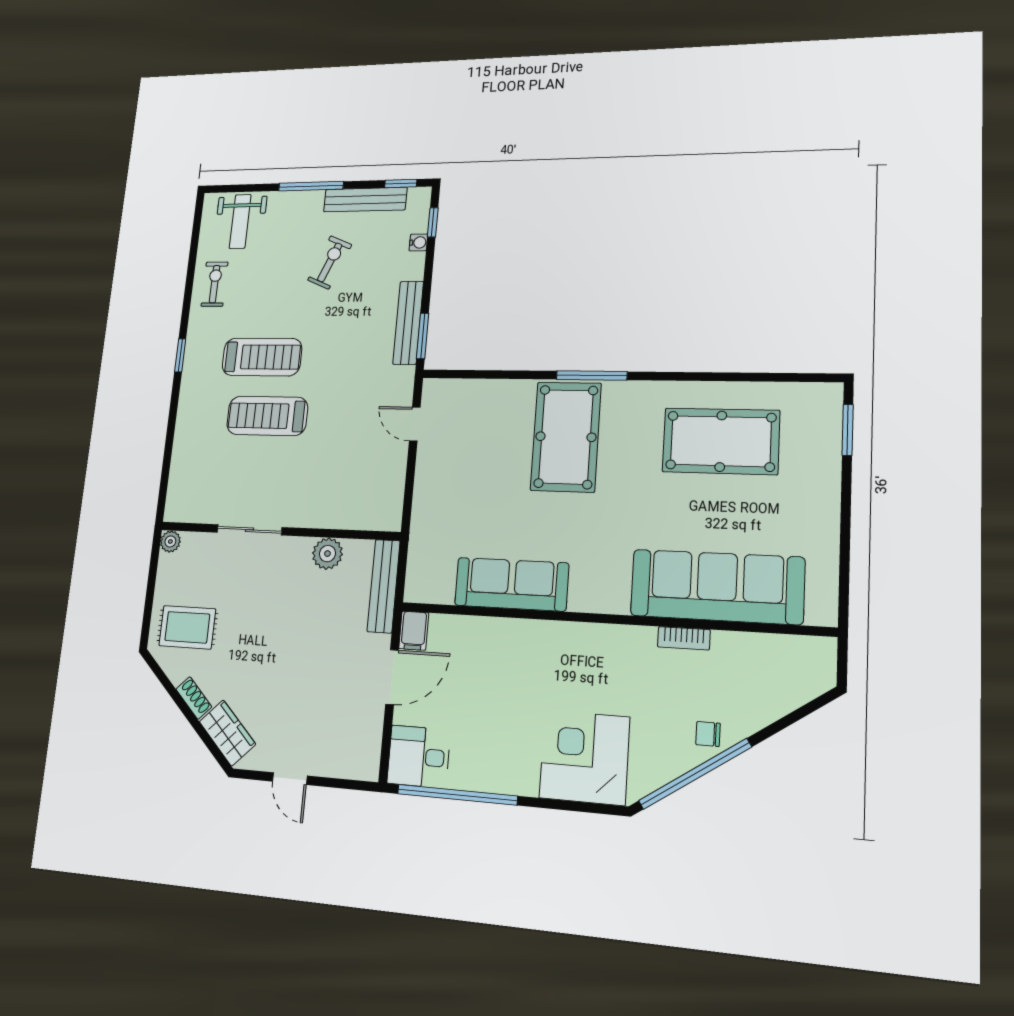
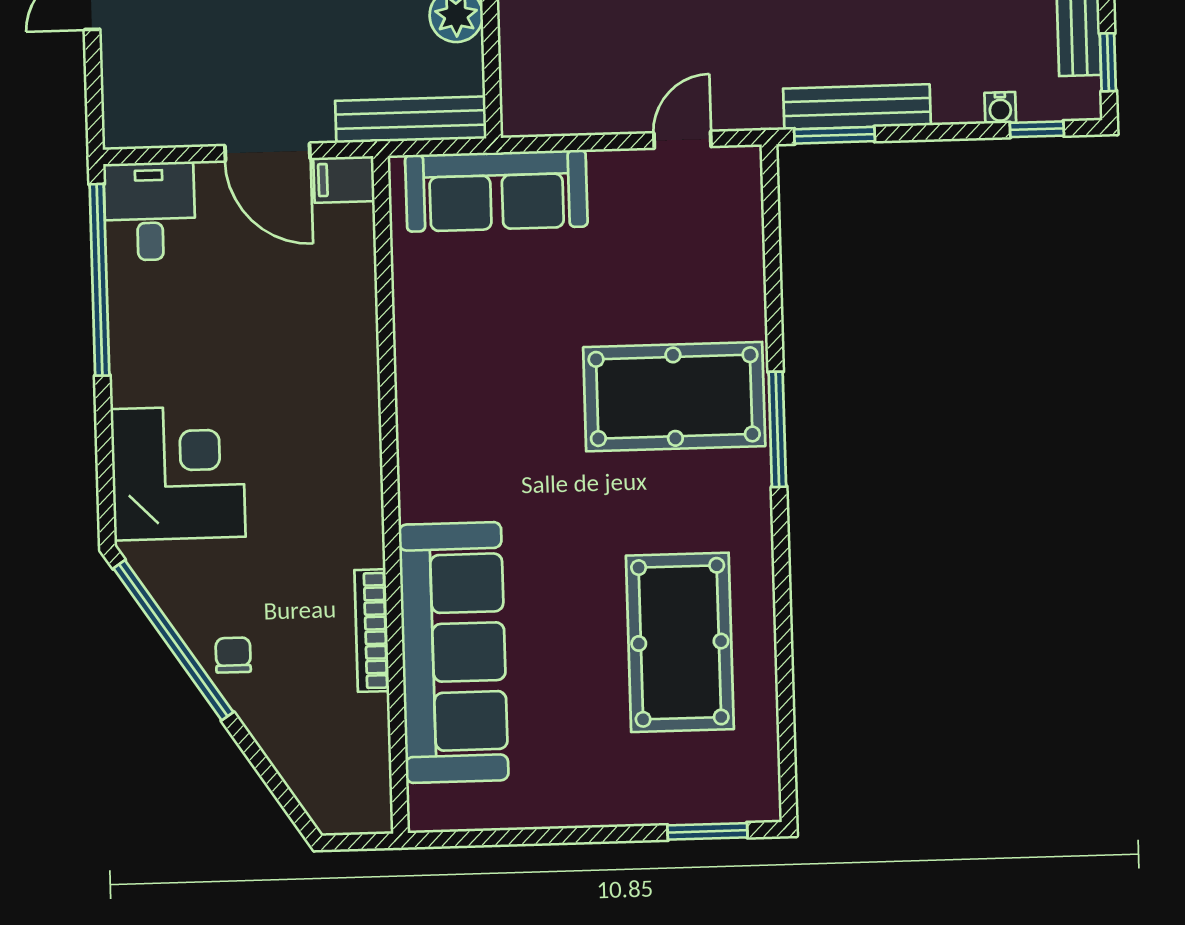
sofa: (511, 584) -> (496, 191), moved, turned 90
bookcase: (684, 638) -> (372, 631), width x1.56

